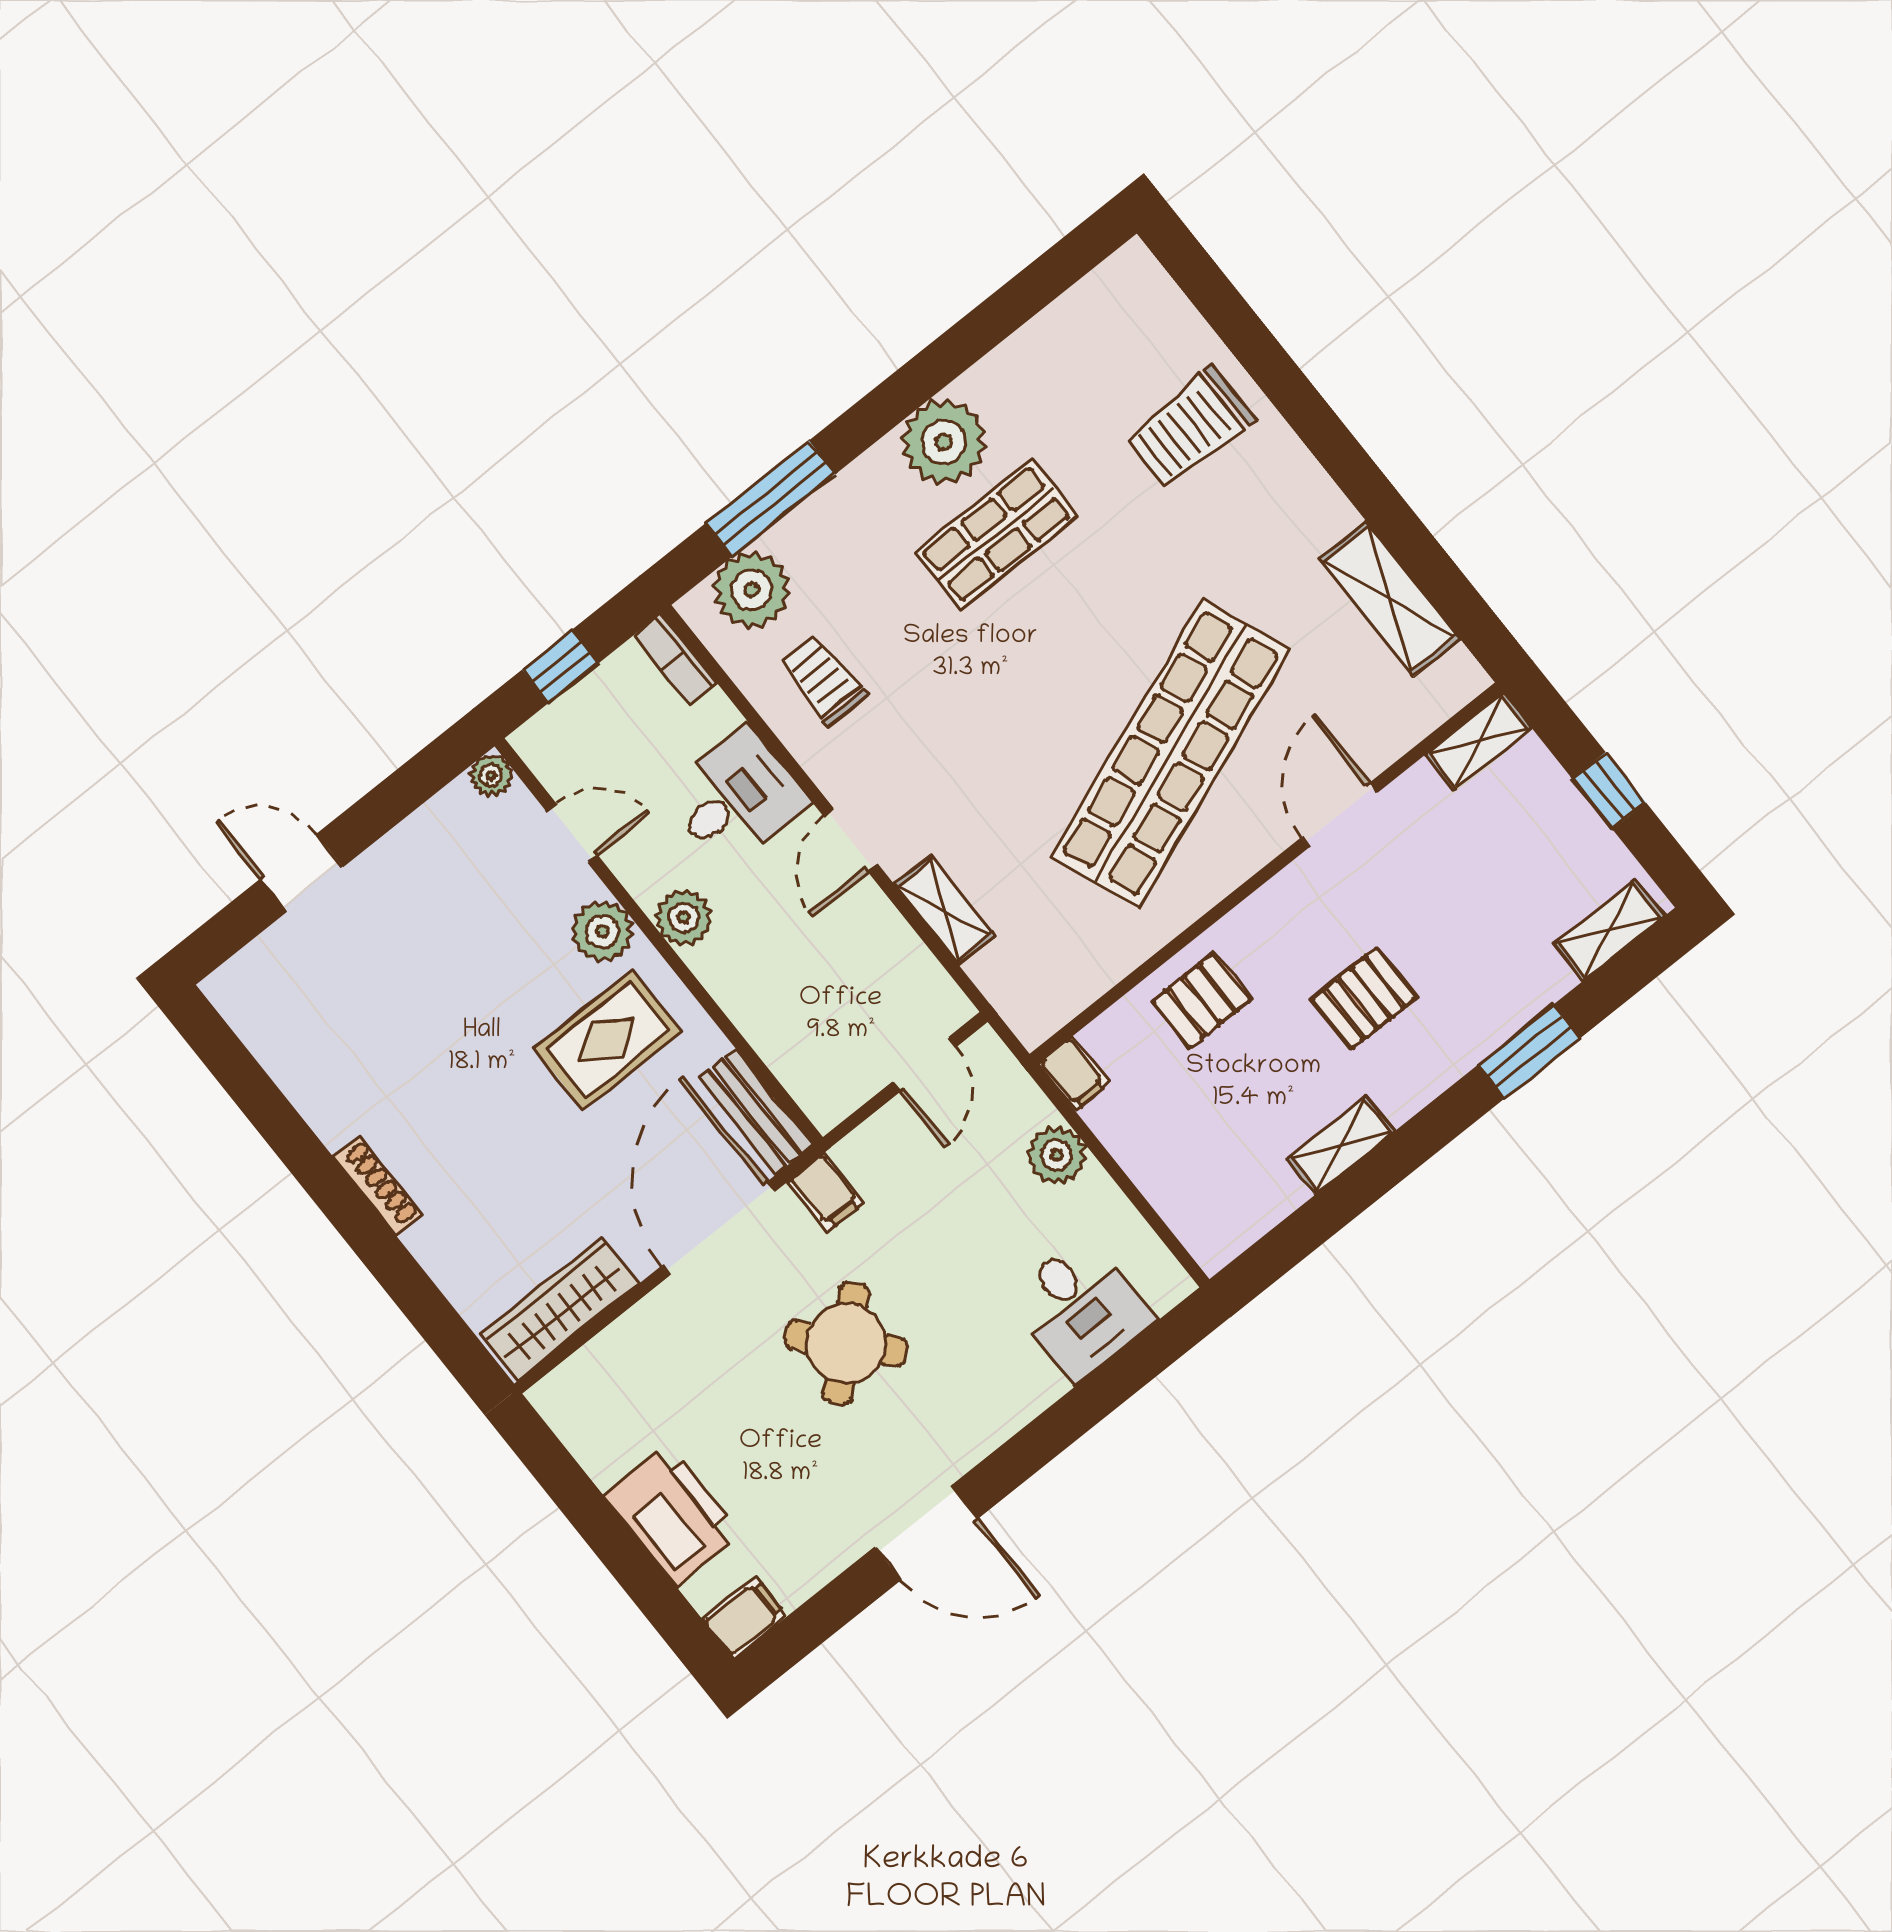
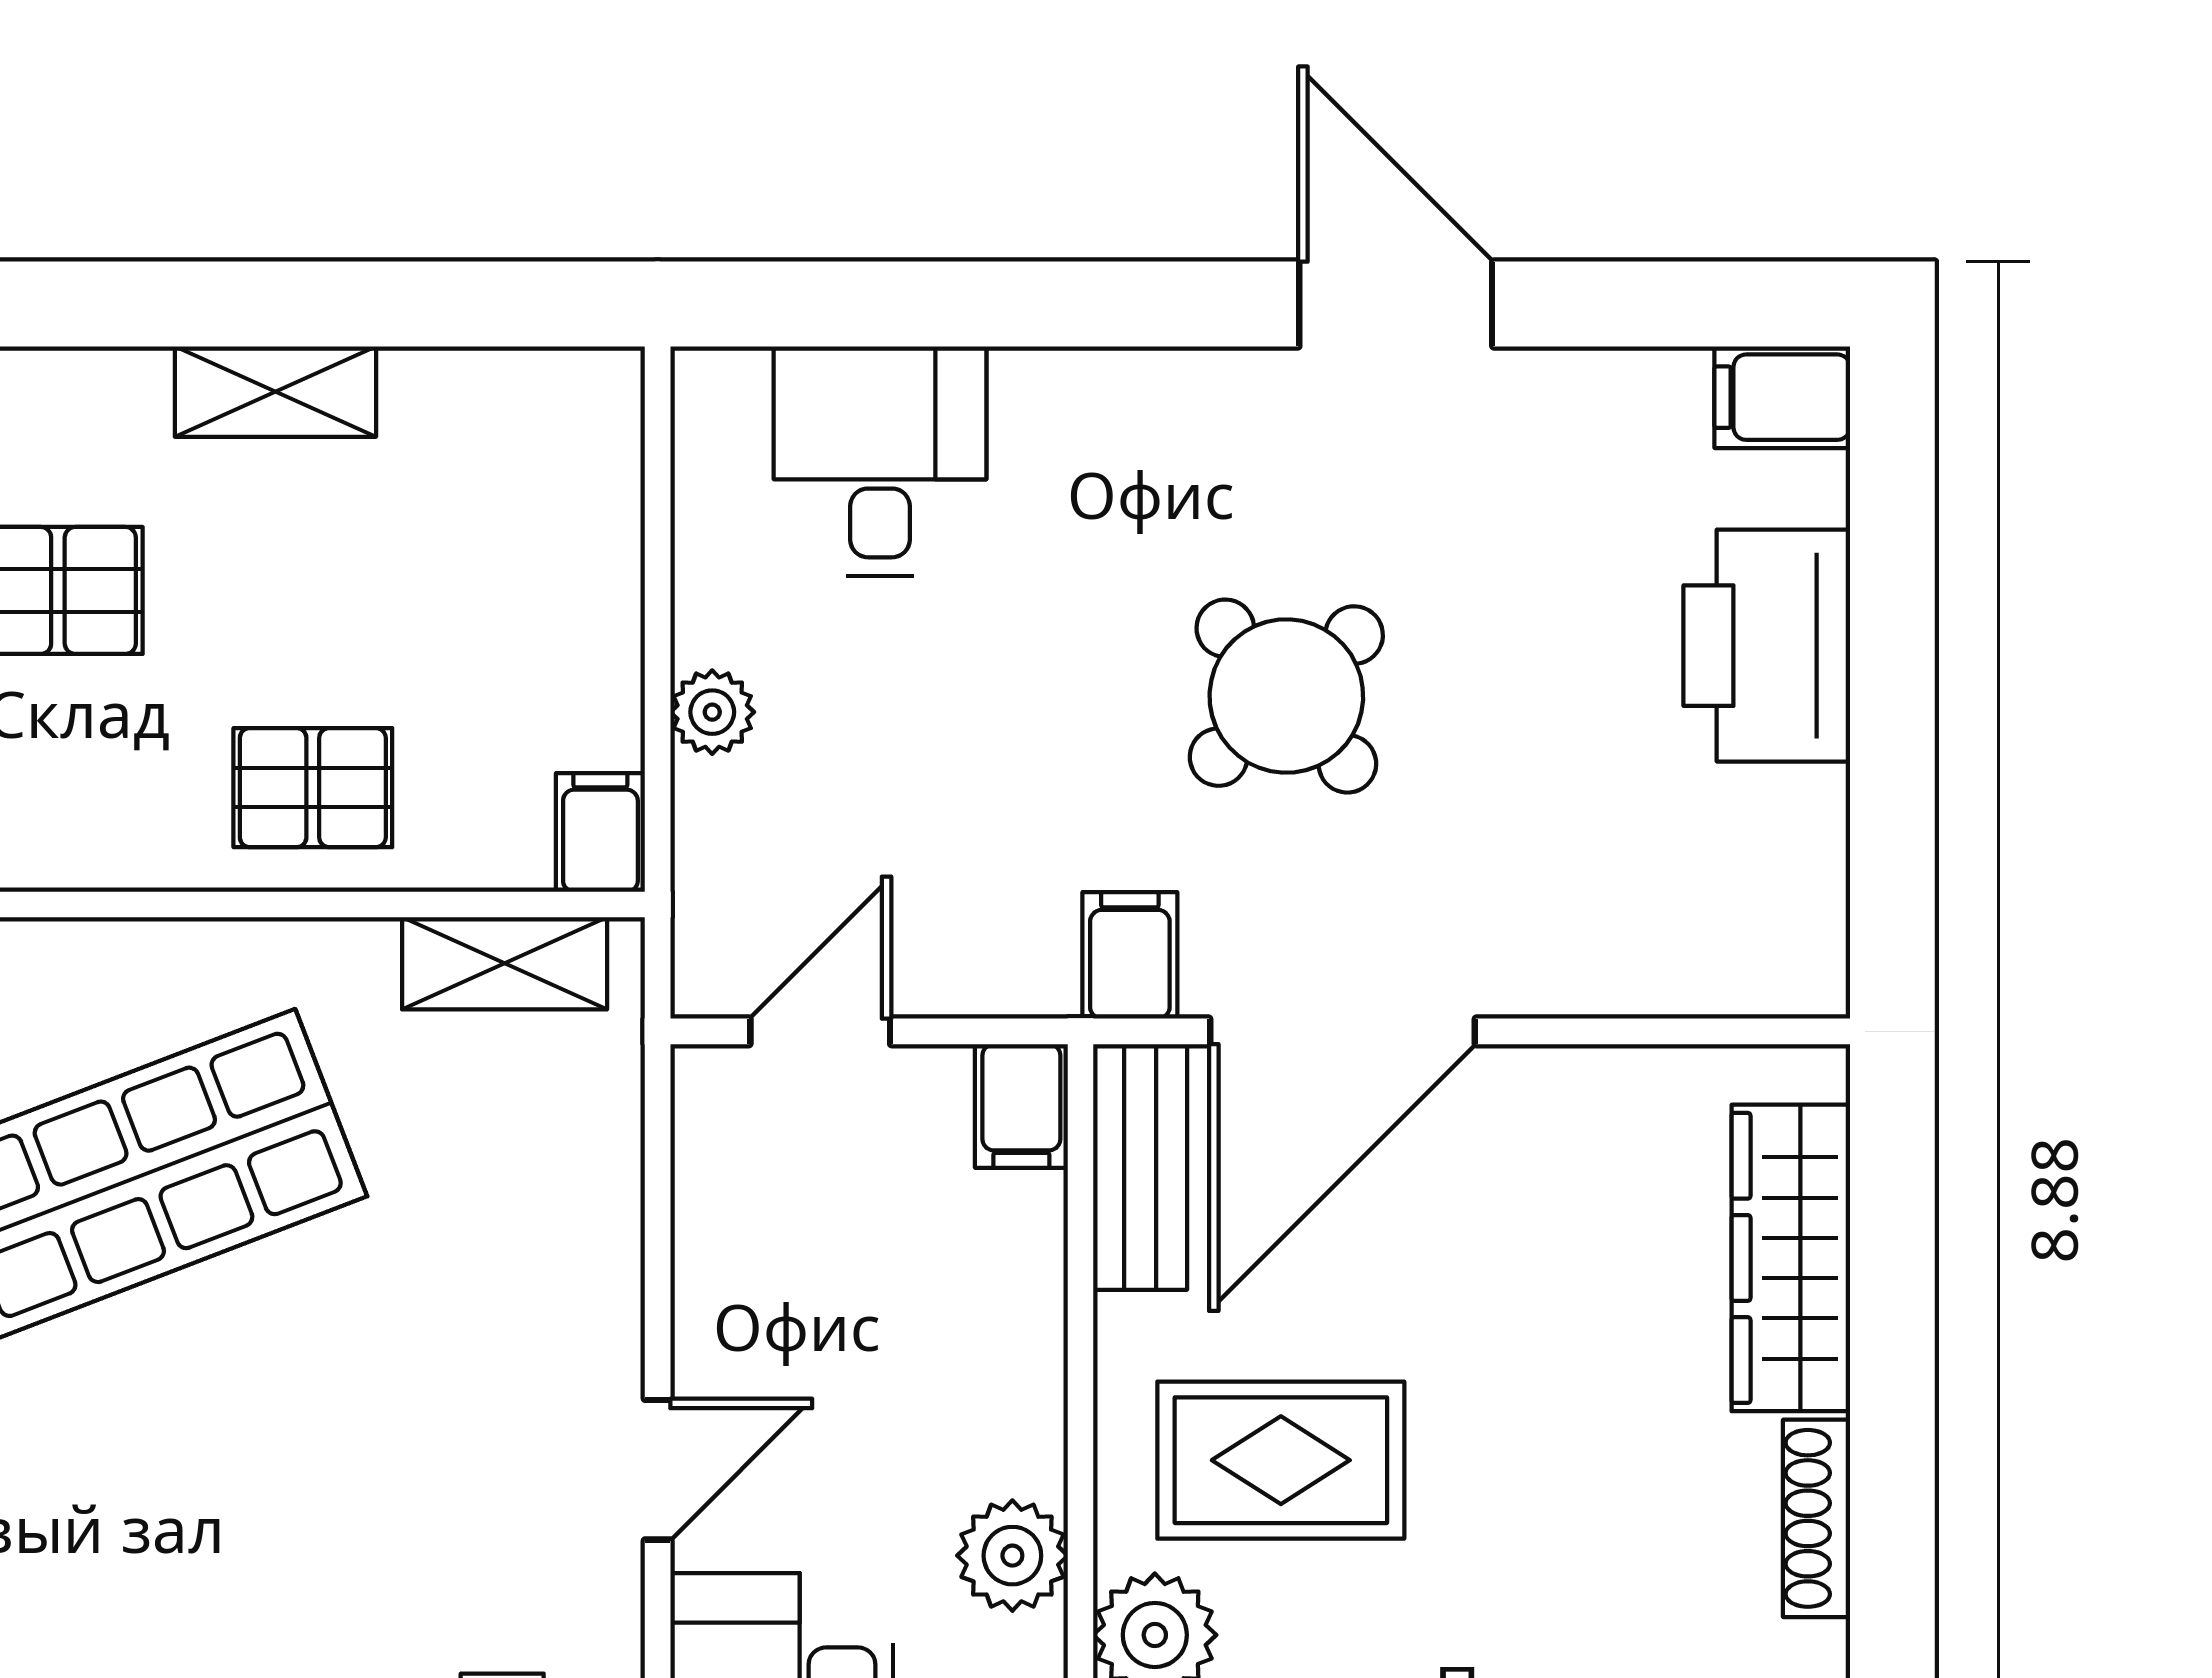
shelving: (944, 910) -> (505, 963), moved, turned 90
filing cabinet: (822, 1098) -> (1021, 1106), added
plant: (1057, 1155) -> (712, 712), width x0.73, depth x0.73
wardrobe: (560, 1309) -> (1791, 1258), moved, turned 90

